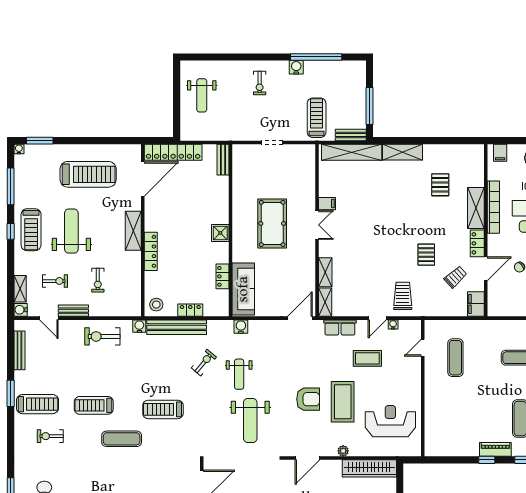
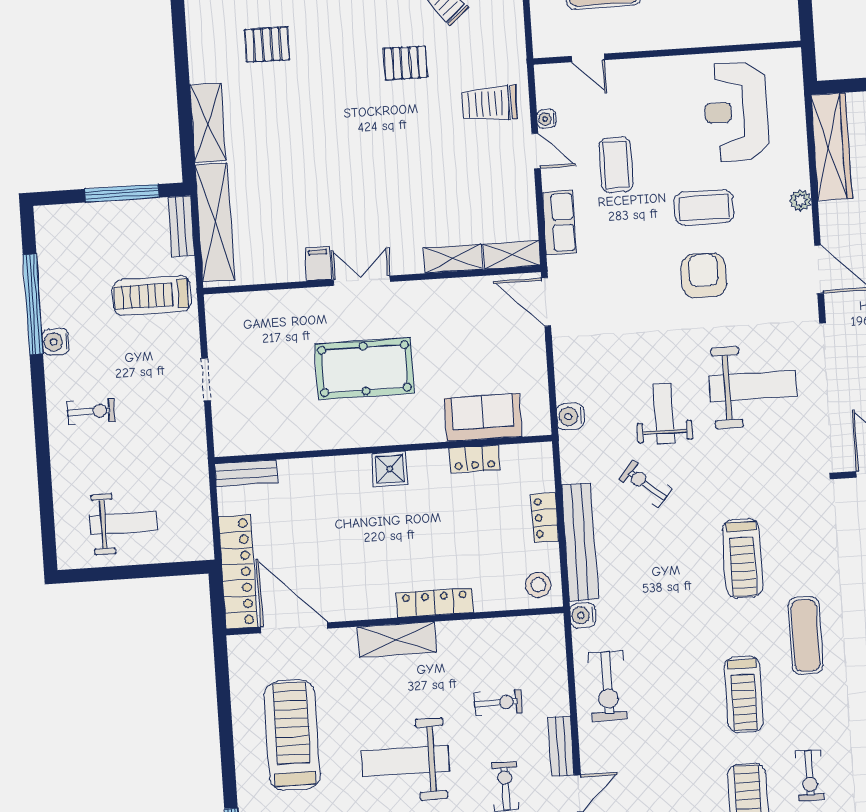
sofa: (243, 289) -> (483, 417), width x0.73
weight bench: (239, 374) -> (664, 414), turned -90
coffee table: (343, 402) -> (704, 207), width x0.73, depth x0.76

